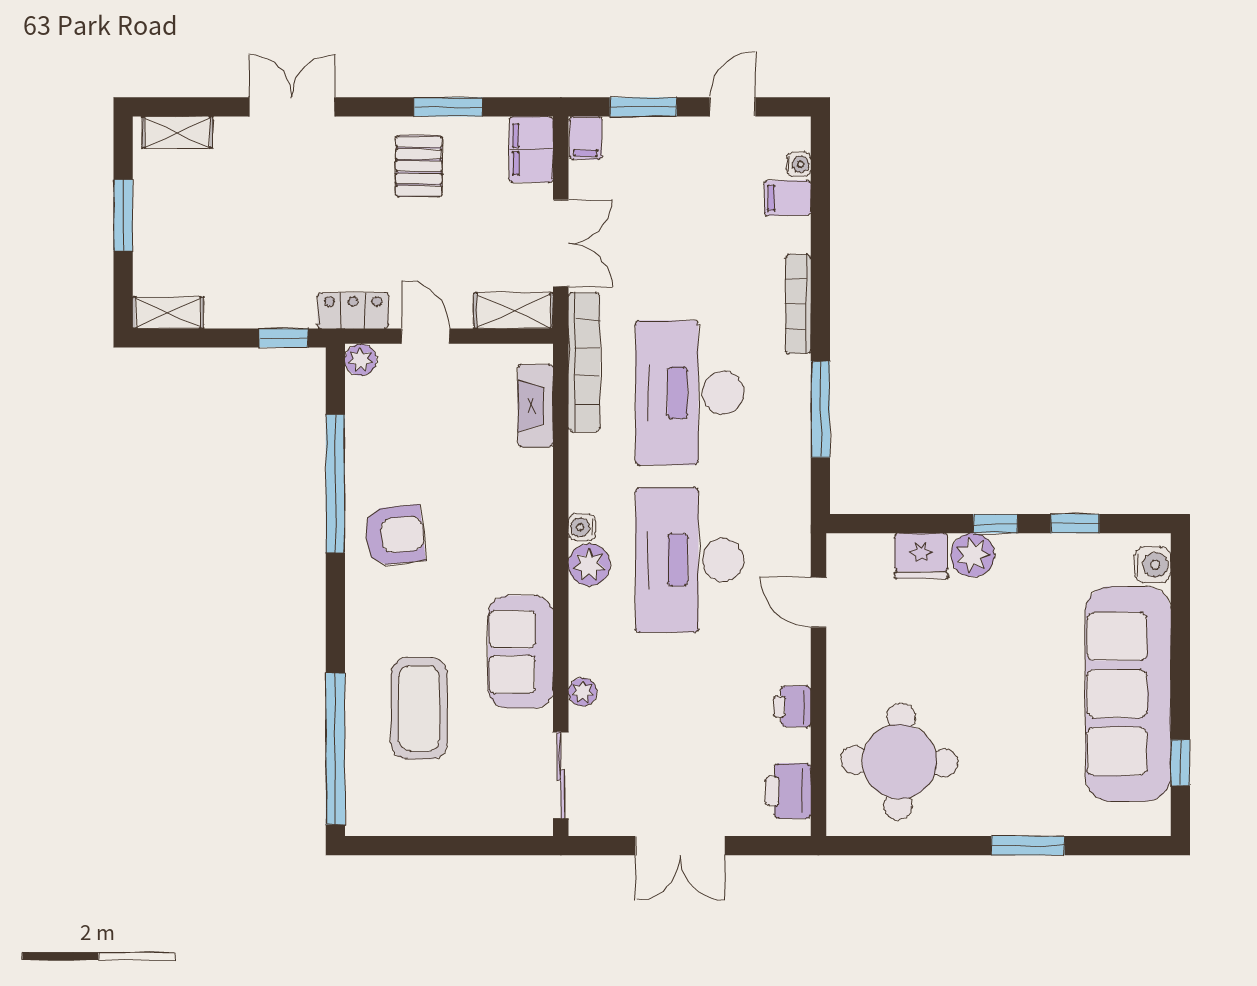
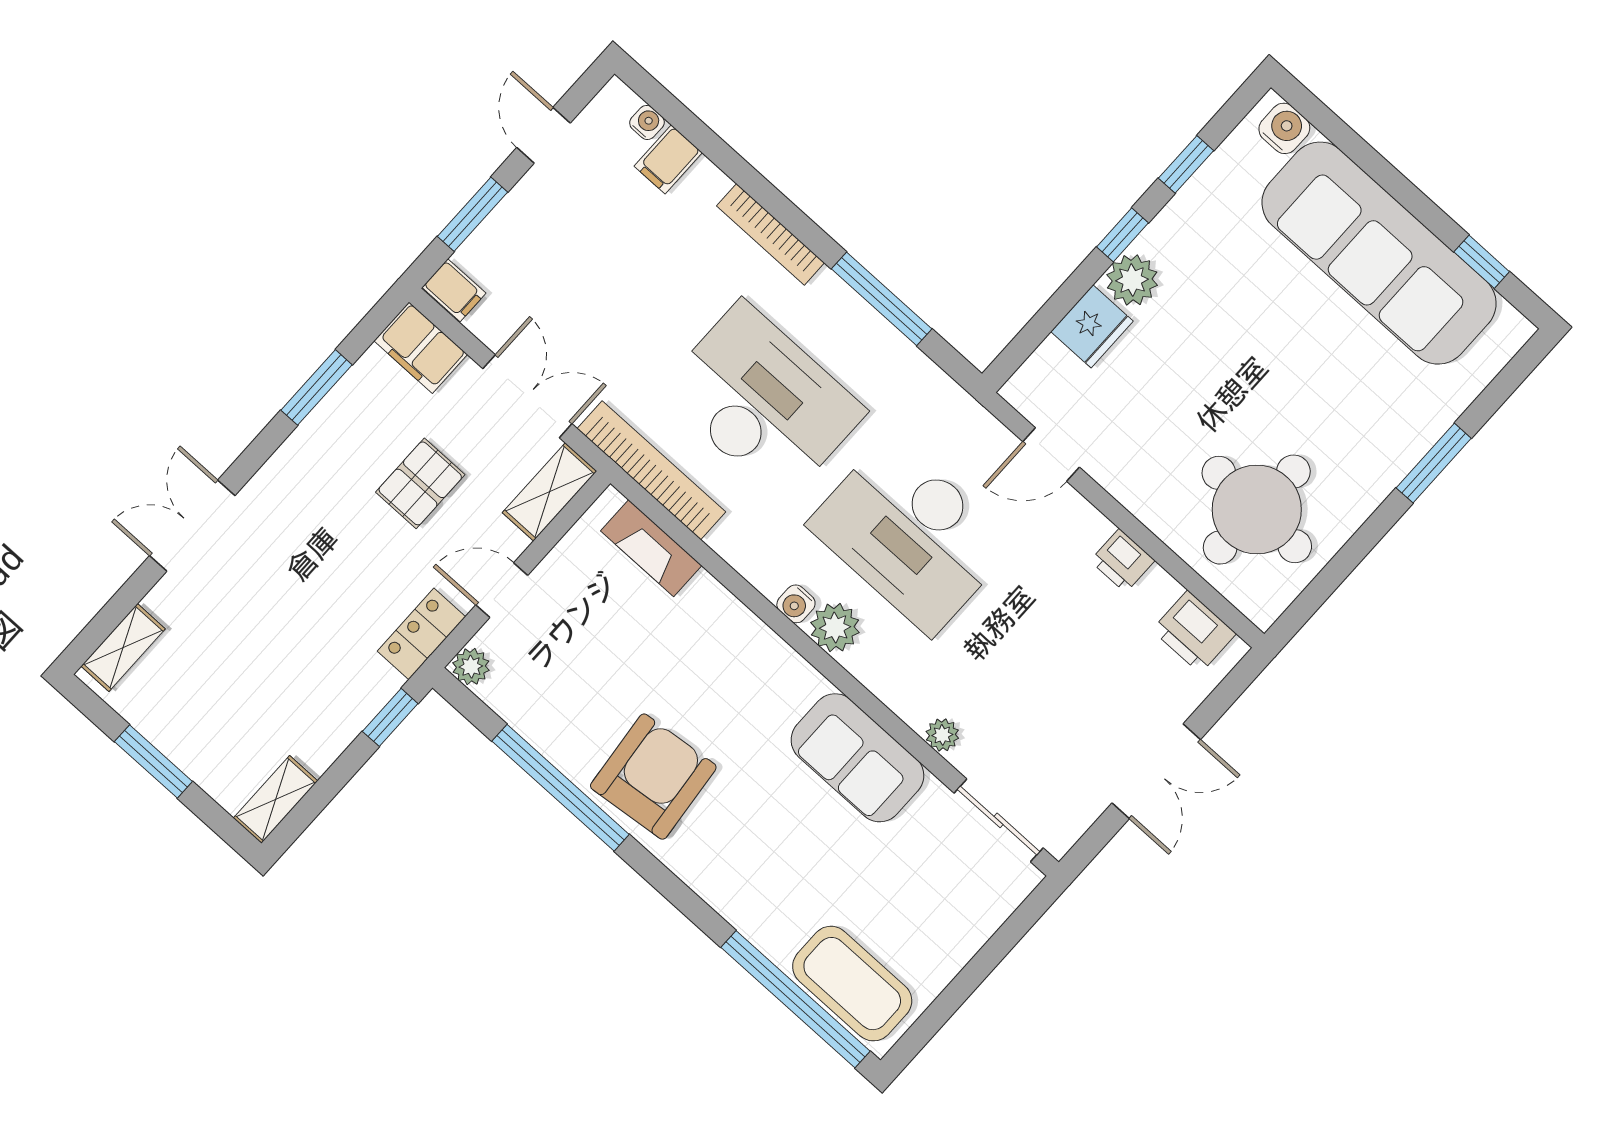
pallet: (419, 166) -> (420, 483), moved, turned 90
desk: (690, 393) -> (763, 401), turned 180
armchair: (394, 535) -> (653, 777), width x1.36, depth x1.36
coffee table: (419, 708) -> (852, 984), moved

